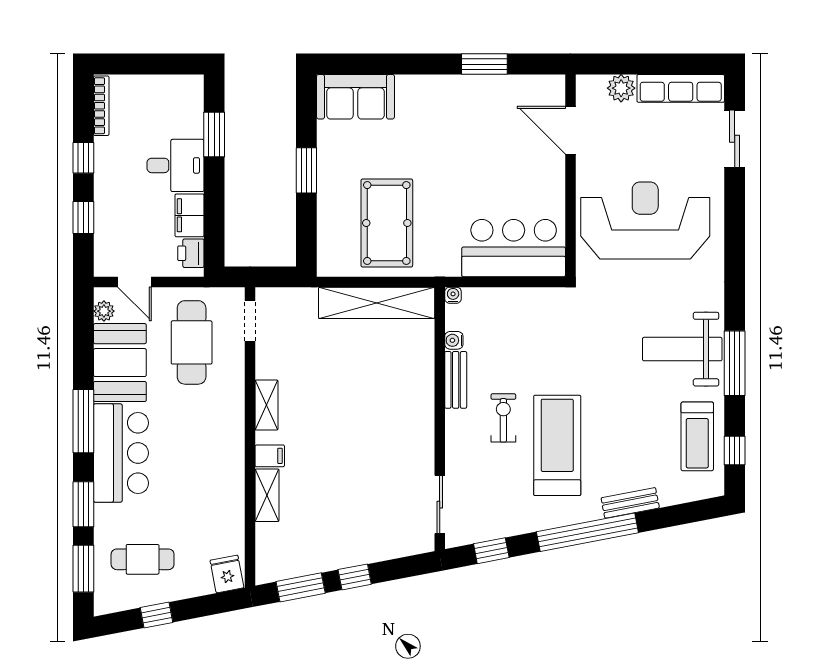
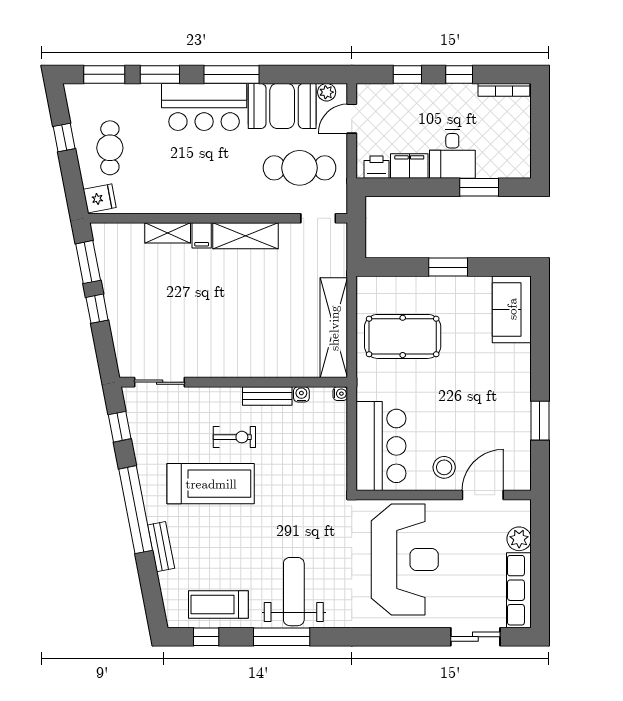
stool: (538, 175) -> (444, 467), added
shelving: (266, 405) -> (245, 236), width x1.50, depth x1.33
cafe table: (143, 559) -> (110, 148), moved

